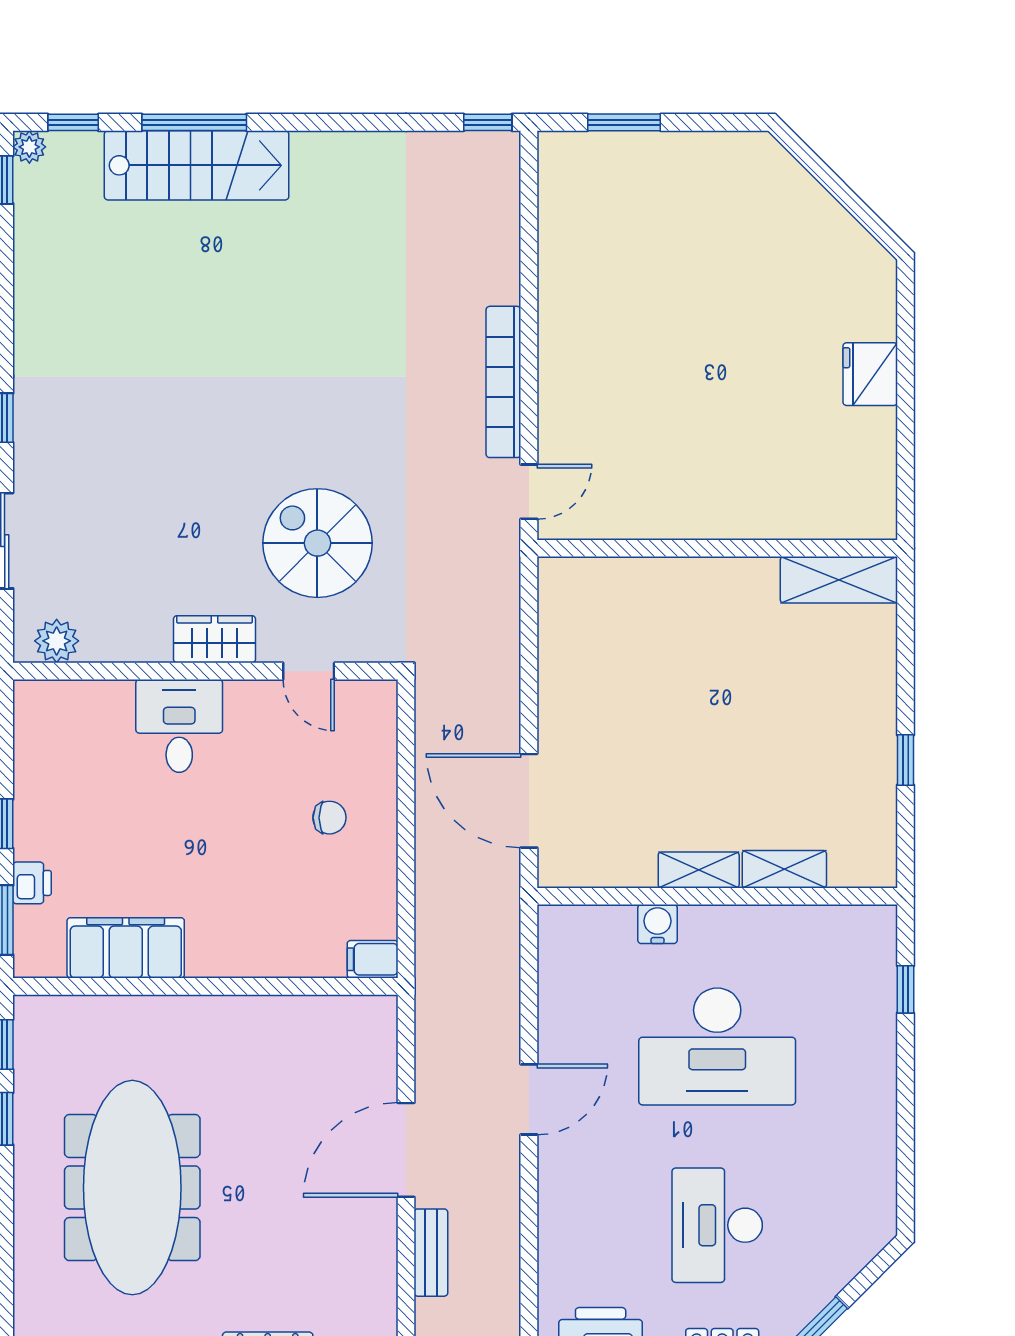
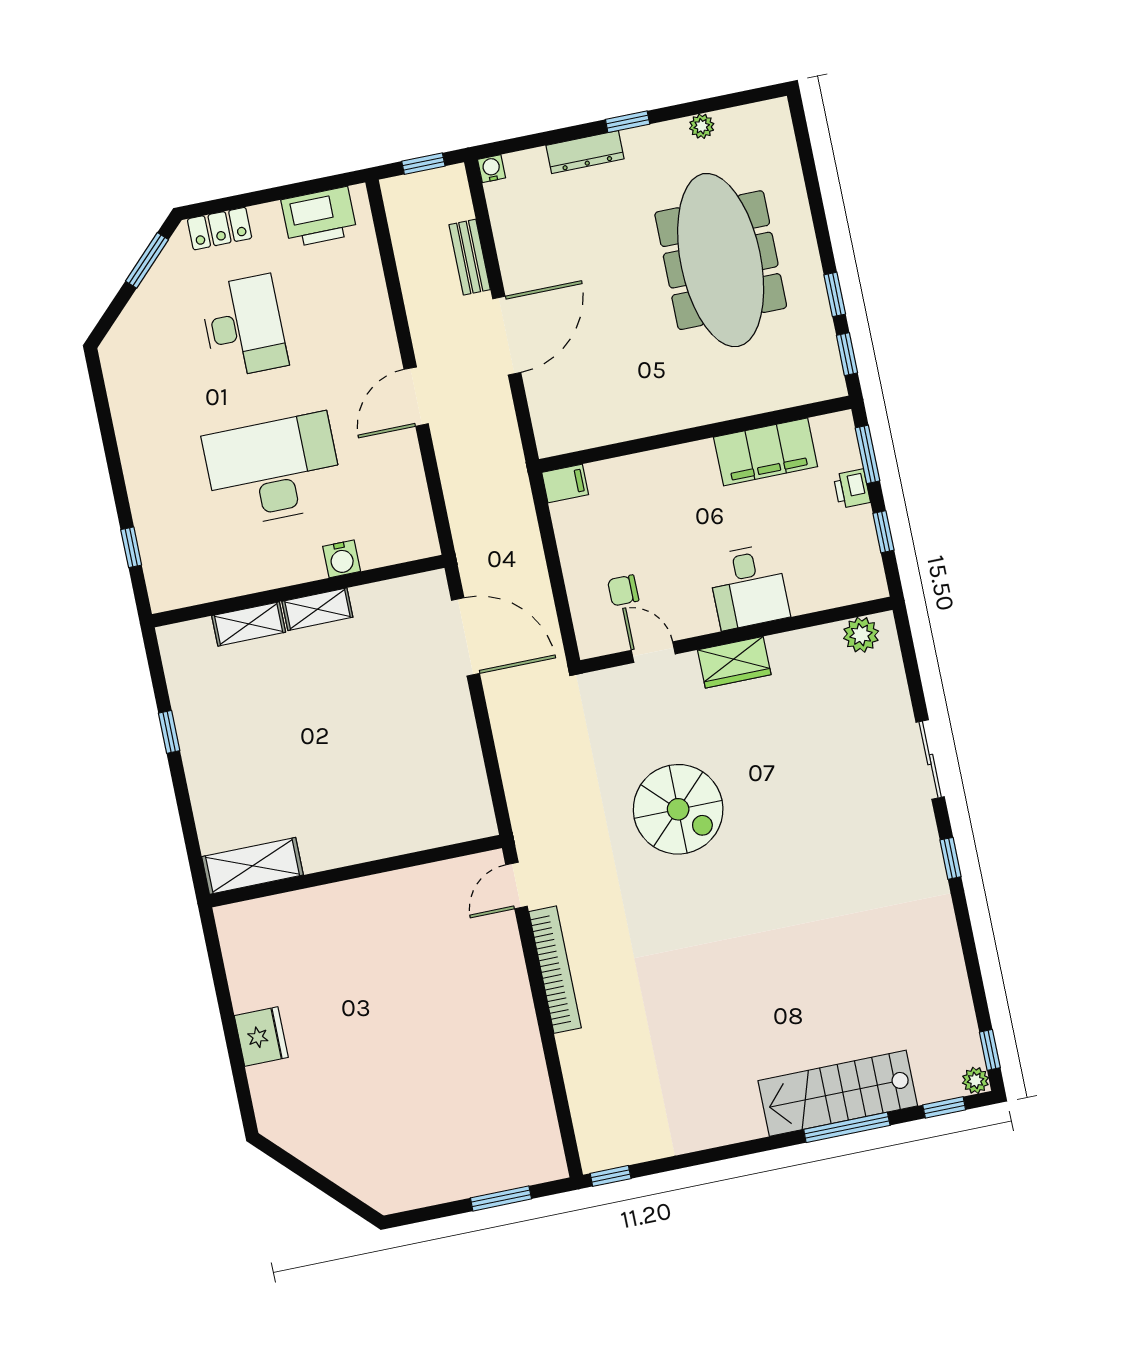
wardrobe: (215, 639) -> (734, 662), moved
plant: (57, 641) -> (861, 635), moved
wall: (205, 671) -> (736, 635), moved
door: (309, 671) -> (653, 652), moved
desk: (179, 726) -> (748, 587), moved

